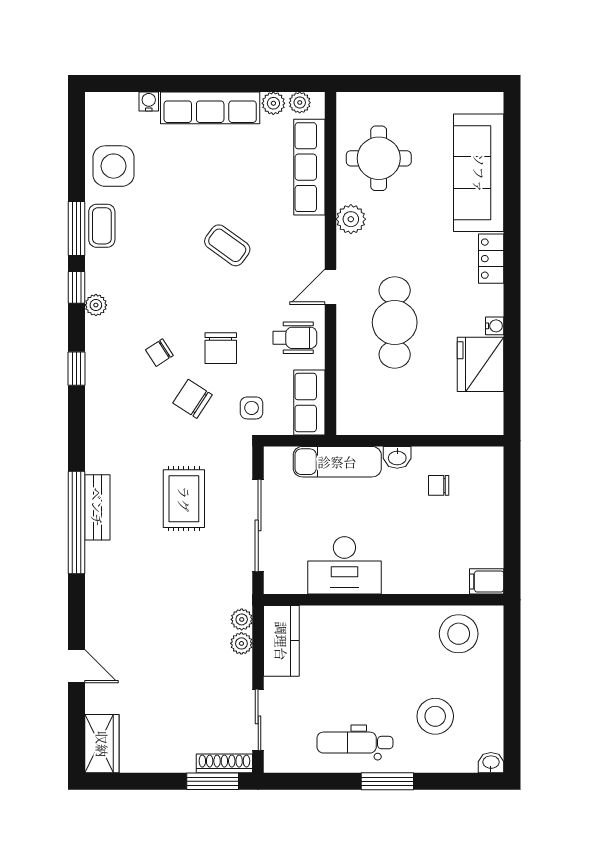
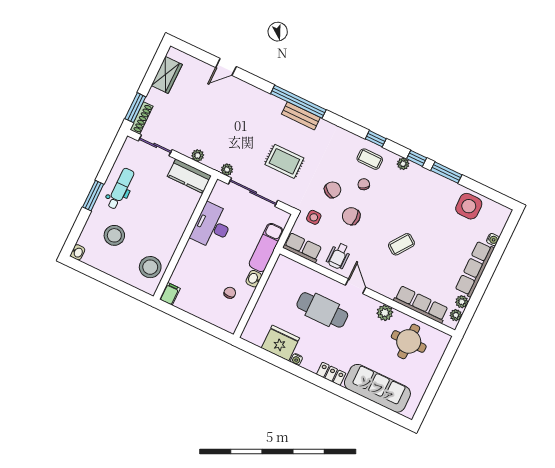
coffee table: (102, 226) -> (370, 159), moved
plant: (242, 619) -> (227, 170), moved
wardrobe: (102, 744) -> (167, 75), moved, turned -90

